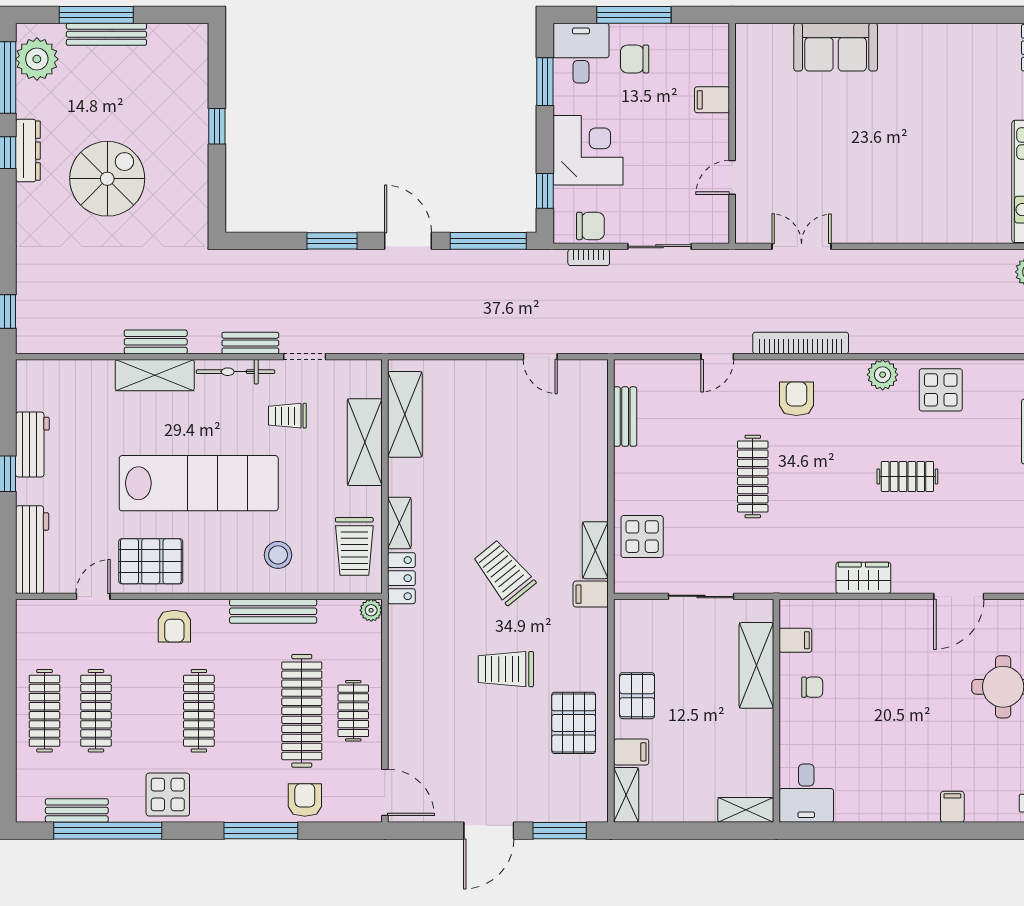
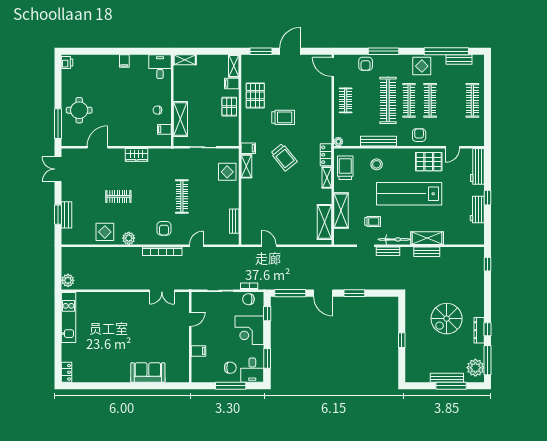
clothes rail: (96, 711) -> (430, 100), moved
clothes rail: (302, 711) -> (388, 100), moved
filing cabinet: (952, 807) -> (124, 61), moved

